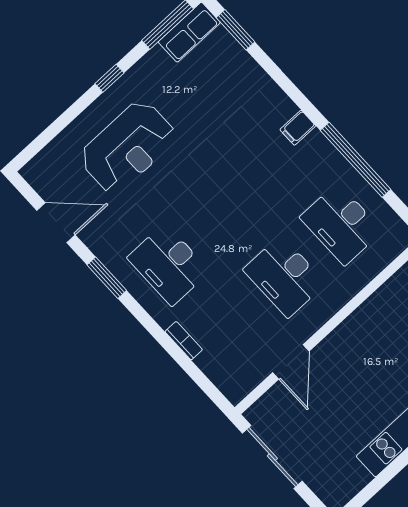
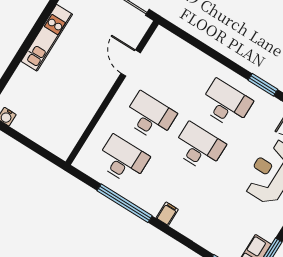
desk: (225, 212) -> (199, 147), added
bookcase: (184, 341) -> (203, 58), removed

